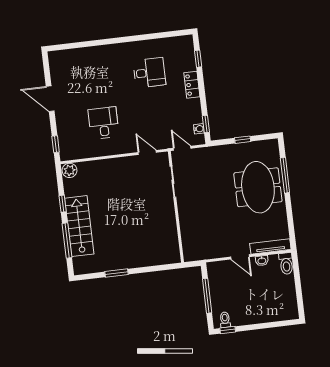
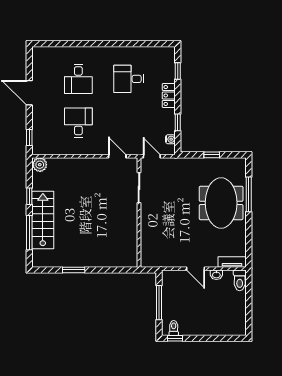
desk: (149, 73) -> (129, 79), turned 180
desk: (98, 79) -> (78, 79), added
window: (206, 124) -> (178, 122), moved
tv unit: (270, 246) -> (232, 262), width x0.71

